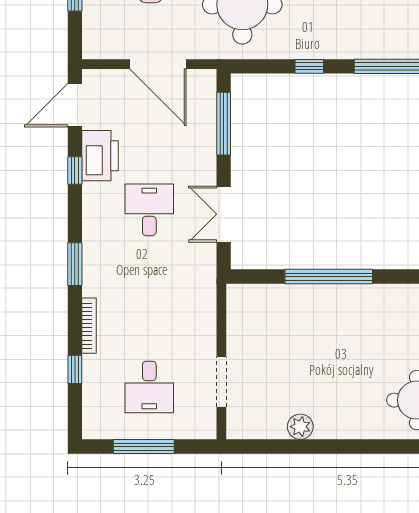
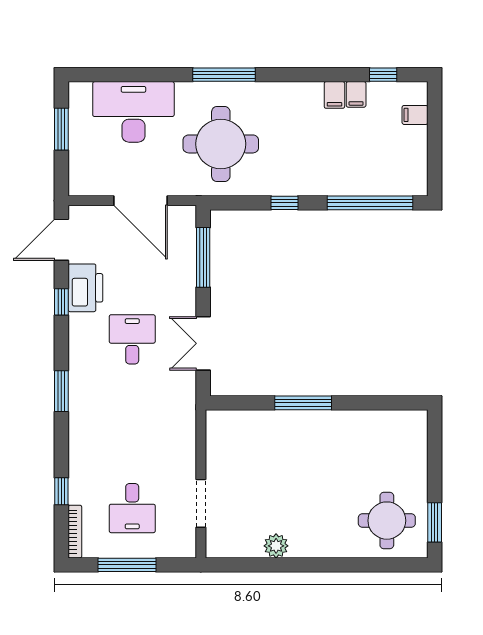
window: (329, 277) -> (303, 403), width x0.68
bookcase: (89, 326) -> (75, 532), moved

